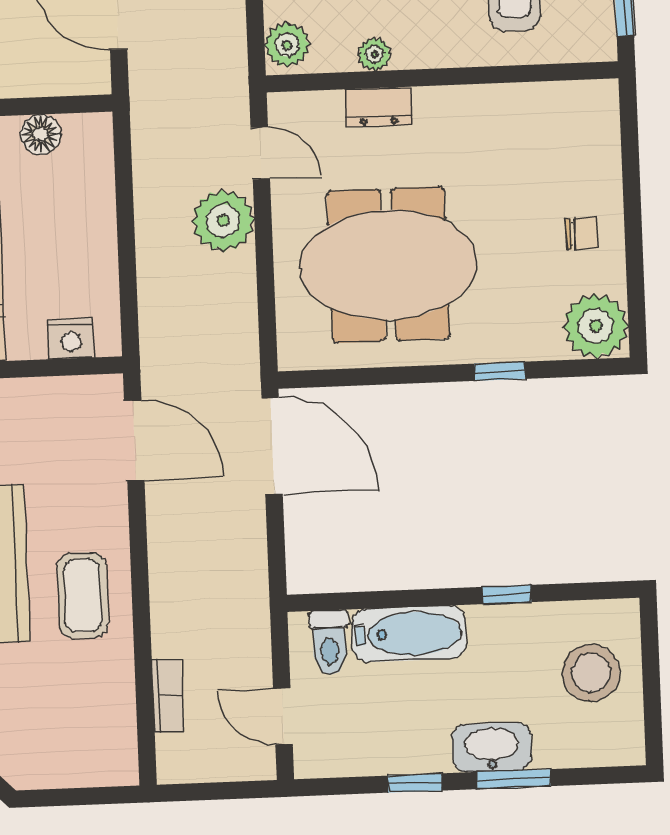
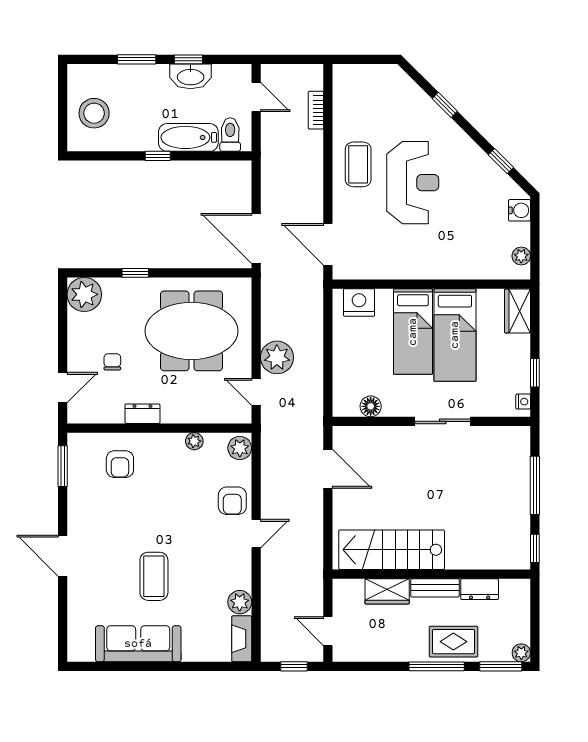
dresser: (378, 107) -> (142, 414), moved
door: (630, 147) -> (63, 387), added
chair: (582, 233) -> (112, 362), moved, turned 90
nightstand: (71, 338) -> (359, 302), width x1.36, depth x1.33
window: (507, 594) -> (158, 156), moved
washbasin: (492, 747) -> (191, 76), moved

